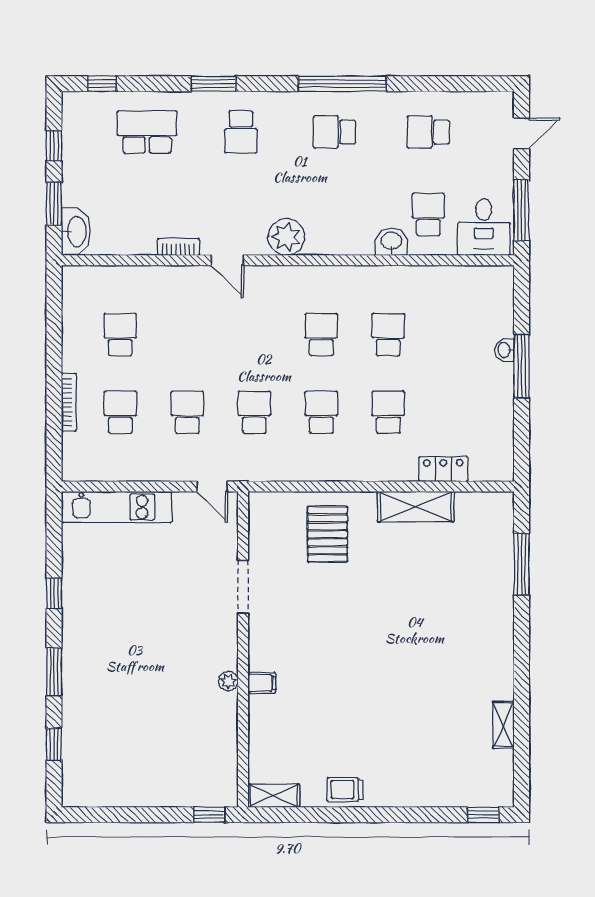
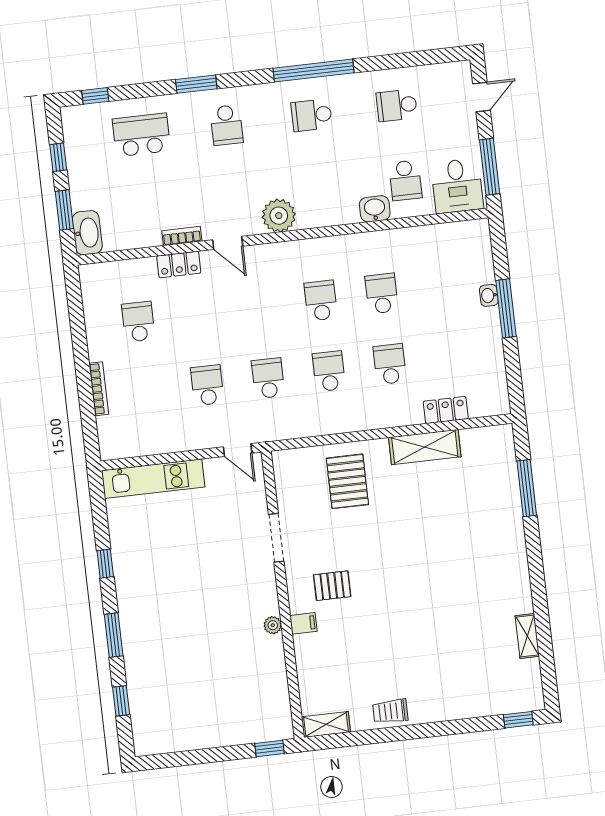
school desk: (428, 214) -> (405, 180), turned 180
locker: (171, 277) -> (179, 264), added
school desk: (120, 412) -> (146, 392), removed
pallet: (298, 646) -> (332, 586), added

